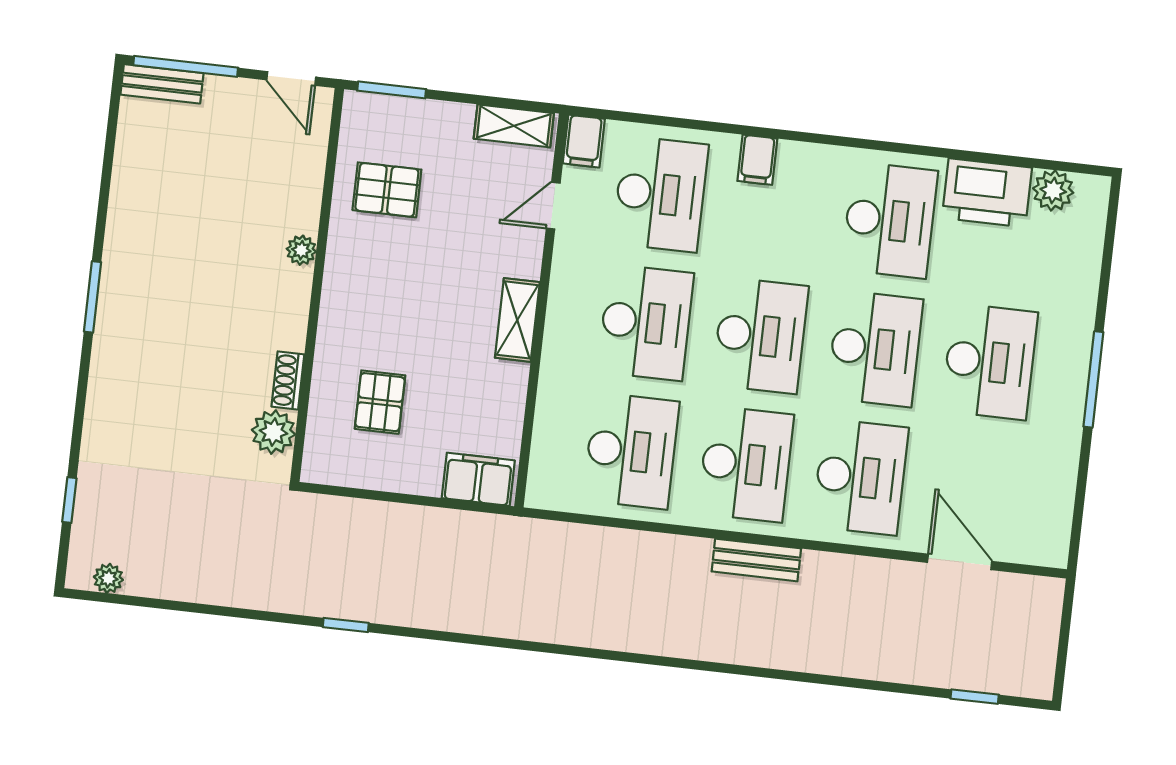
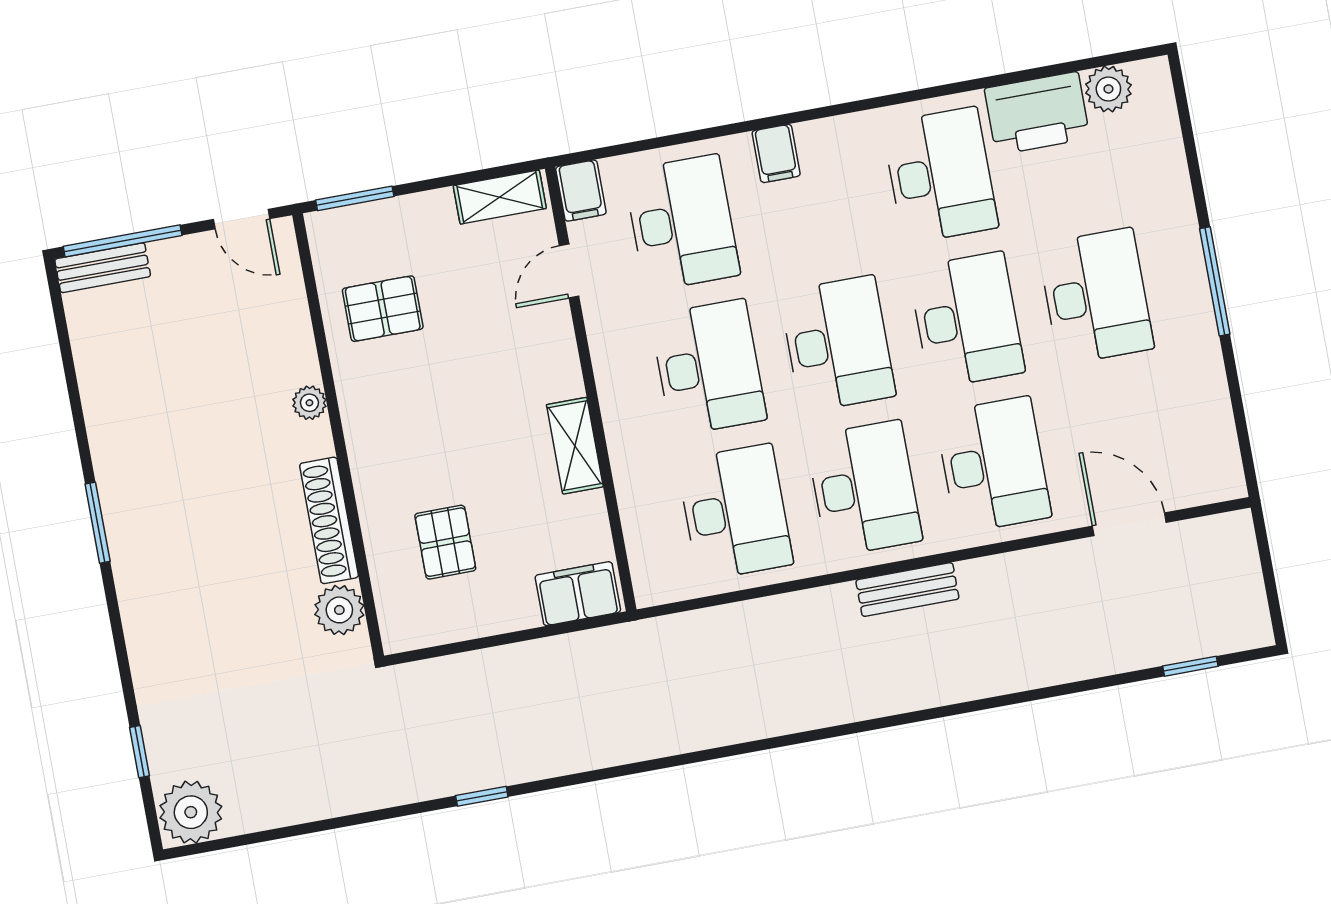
shelving: (517, 320) -> (575, 446), moved
shoe rack: (288, 380) -> (329, 520), width x1.94, depth x1.24
plant: (108, 578) -> (191, 812), width x1.87, depth x1.87

